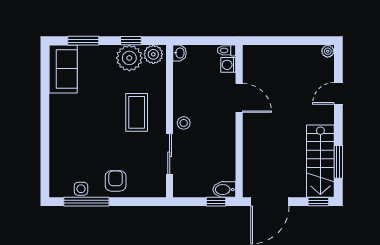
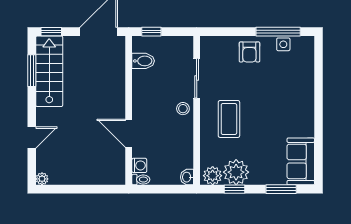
bidet: (224, 190) -> (143, 61), moved

